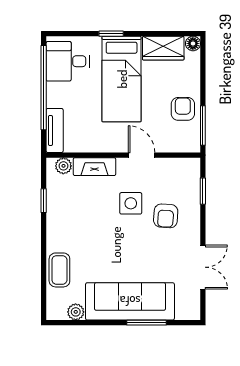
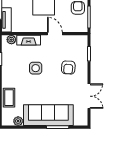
side table: (131, 203) -> (36, 68), moved

